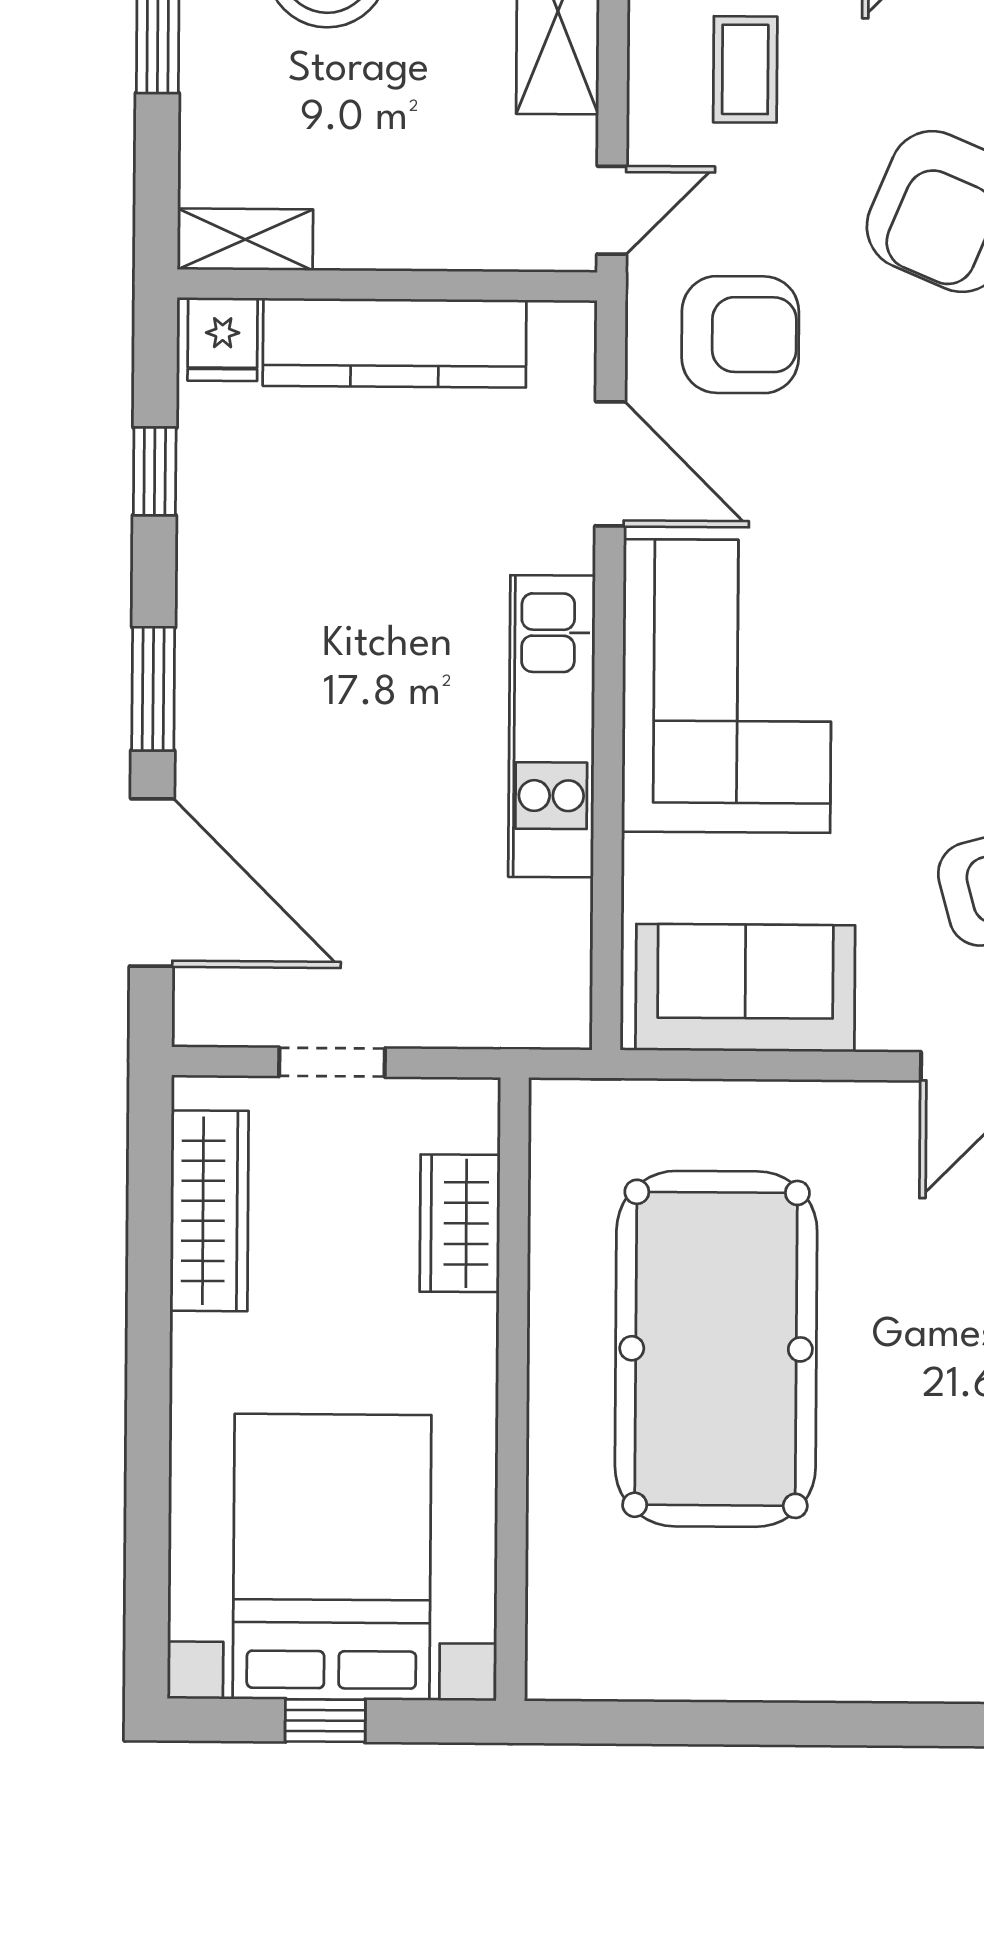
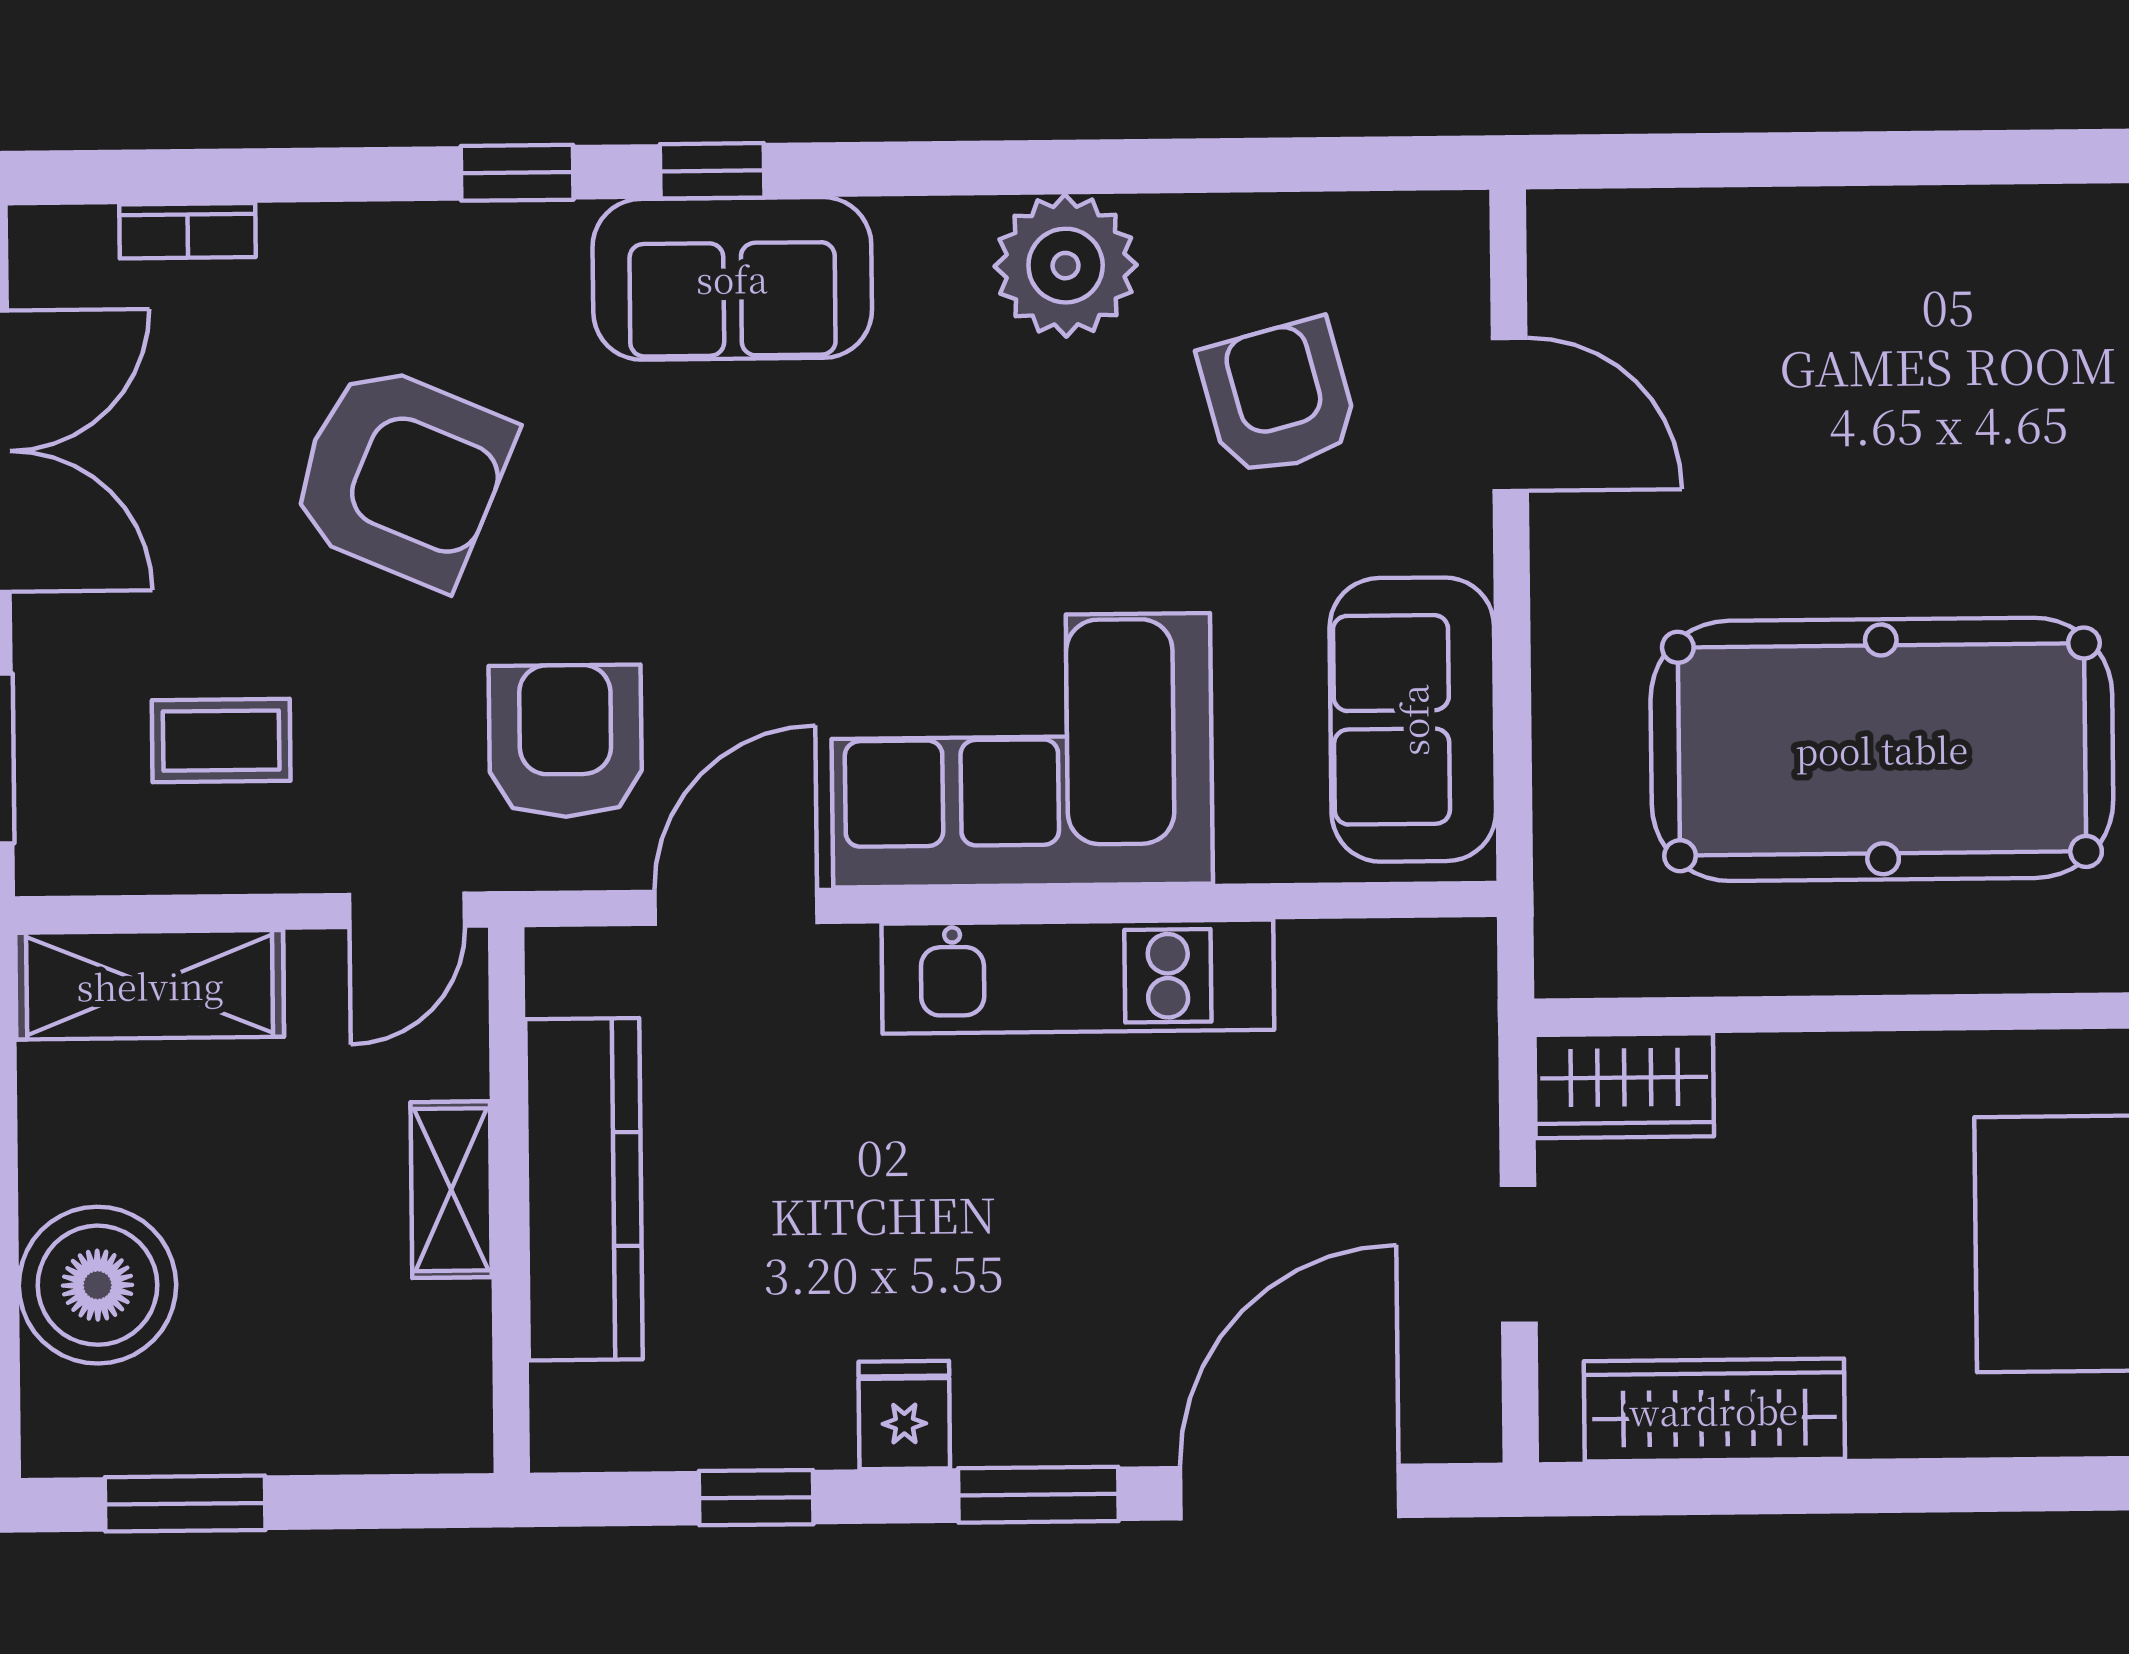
door: (612, 210) -> (407, 910), swing flipped
shelving: (245, 239) -> (451, 1190), moved
fridge: (223, 339) -> (904, 1415), moved, turned -90
wardrobe: (460, 1223) -> (1624, 1086), moved

